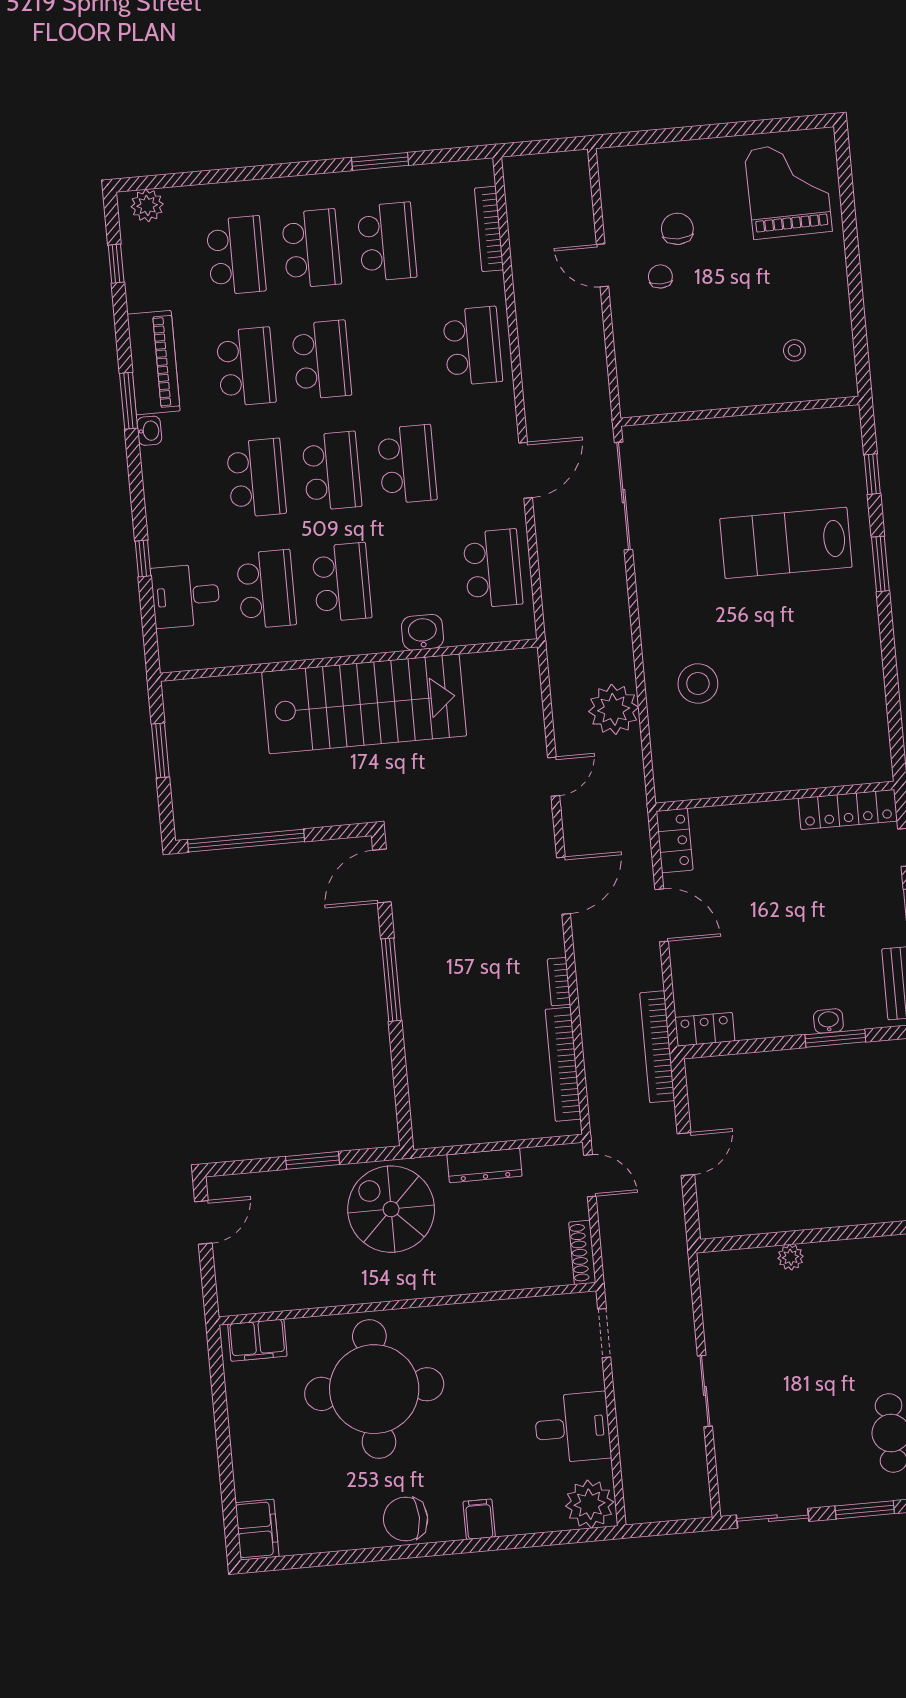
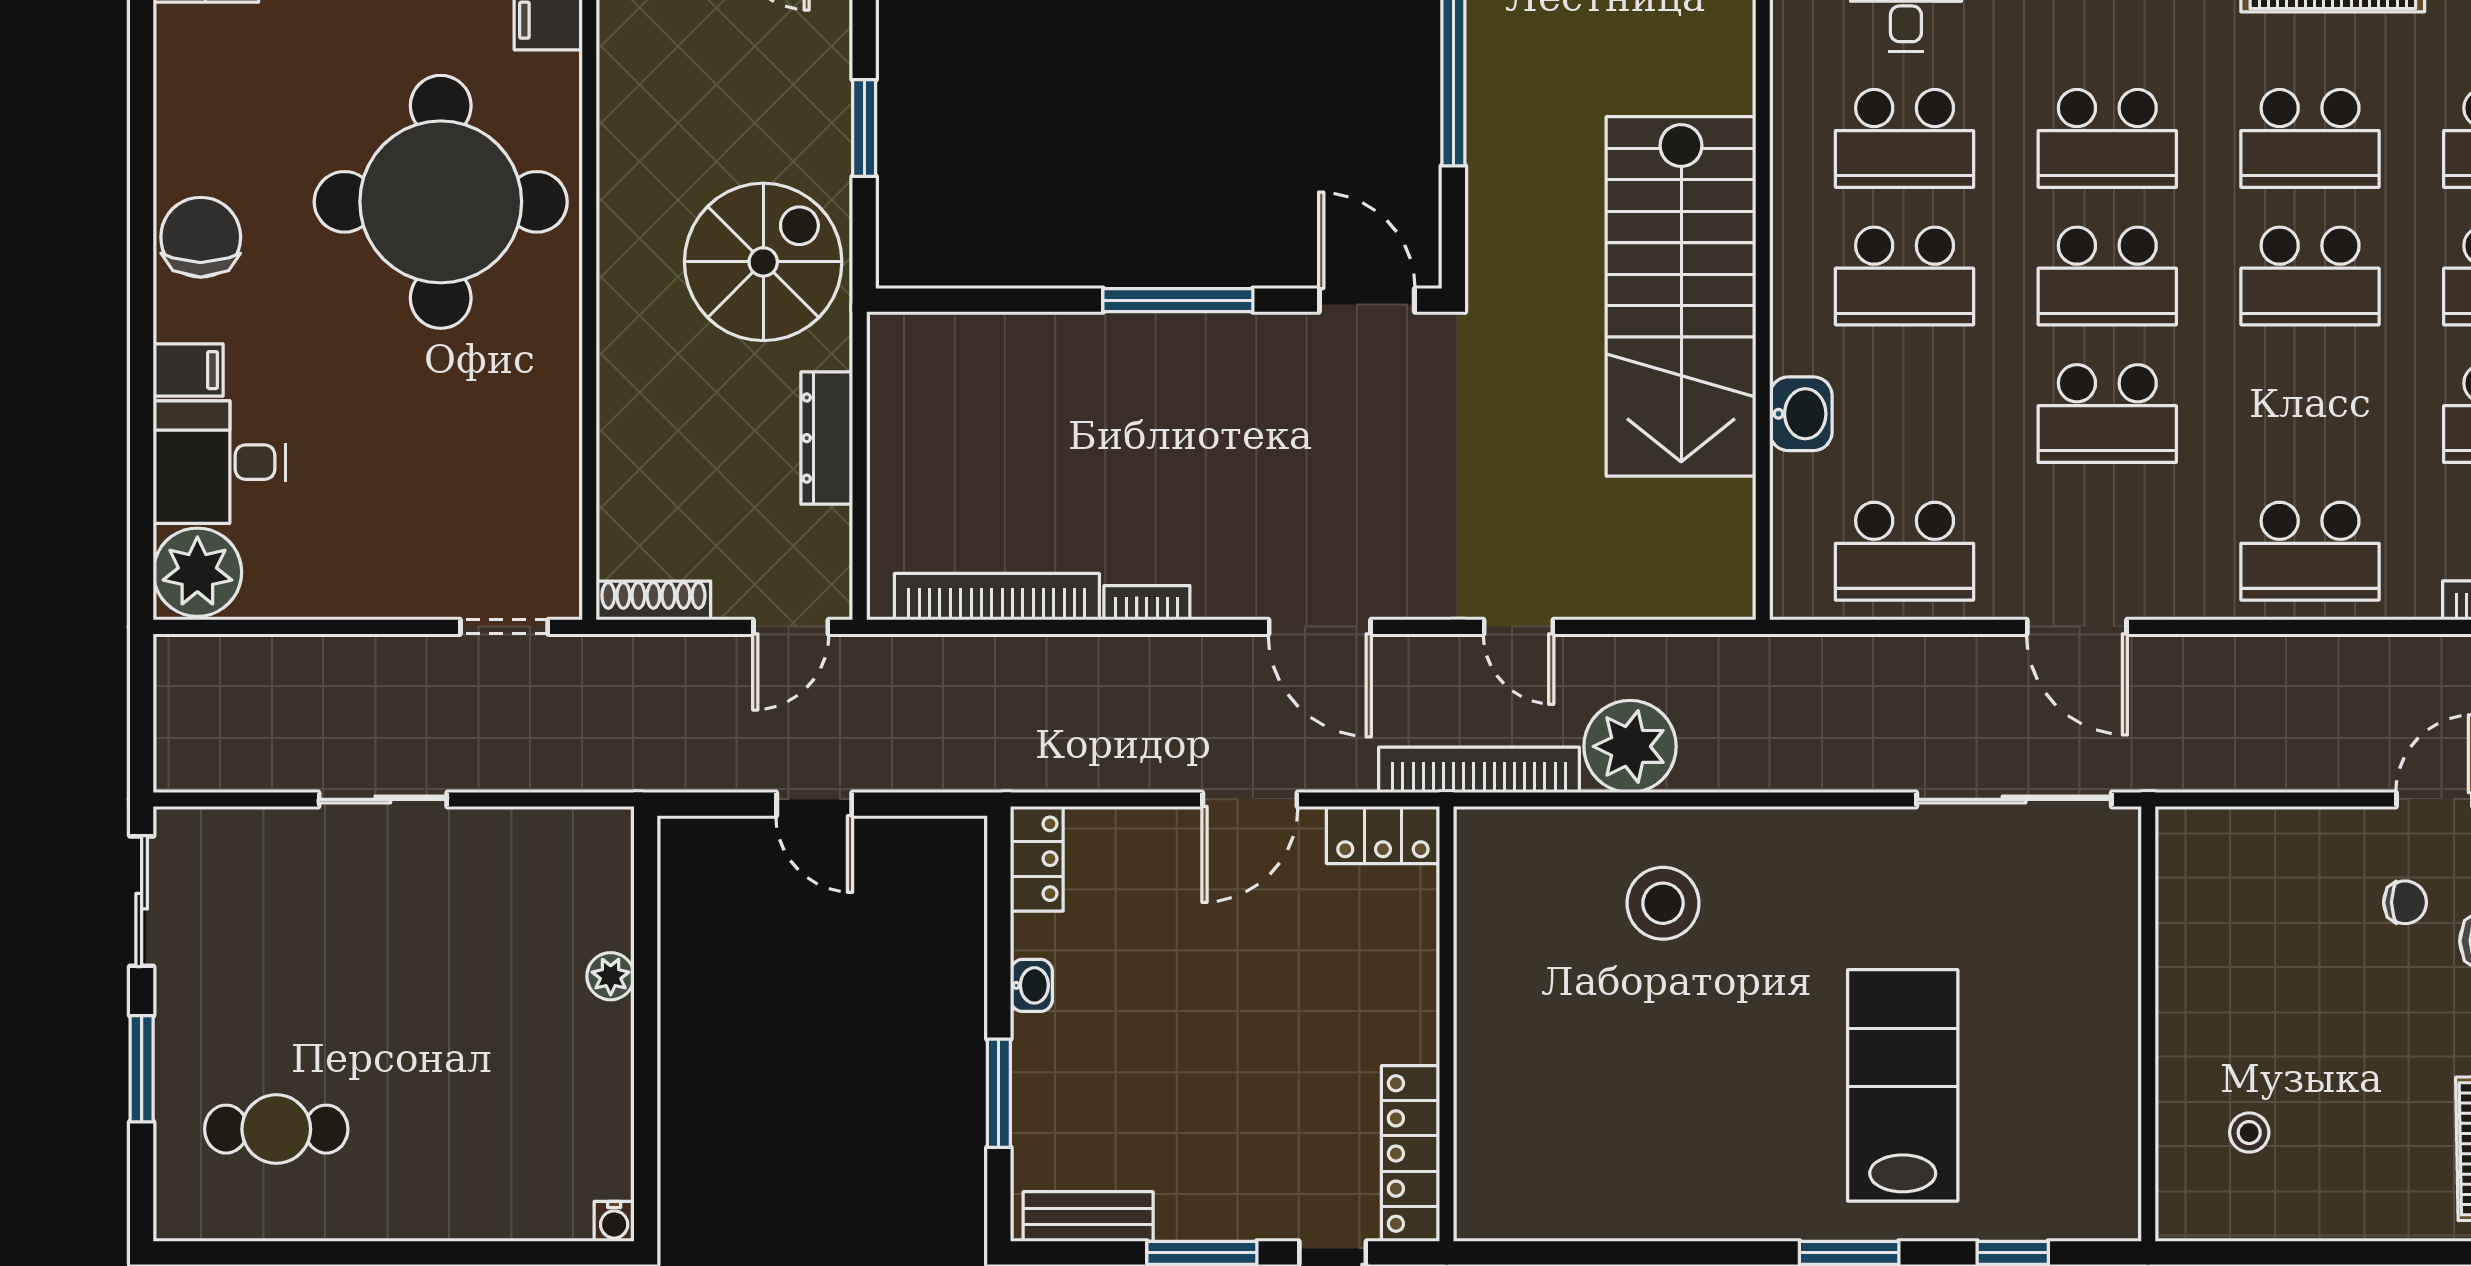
washbasin: (828, 1021) -> (1031, 985), moved
bookcase: (657, 1047) -> (1479, 770), moved
desk: (572, 1428) -> (219, 462), moved, turned 90

